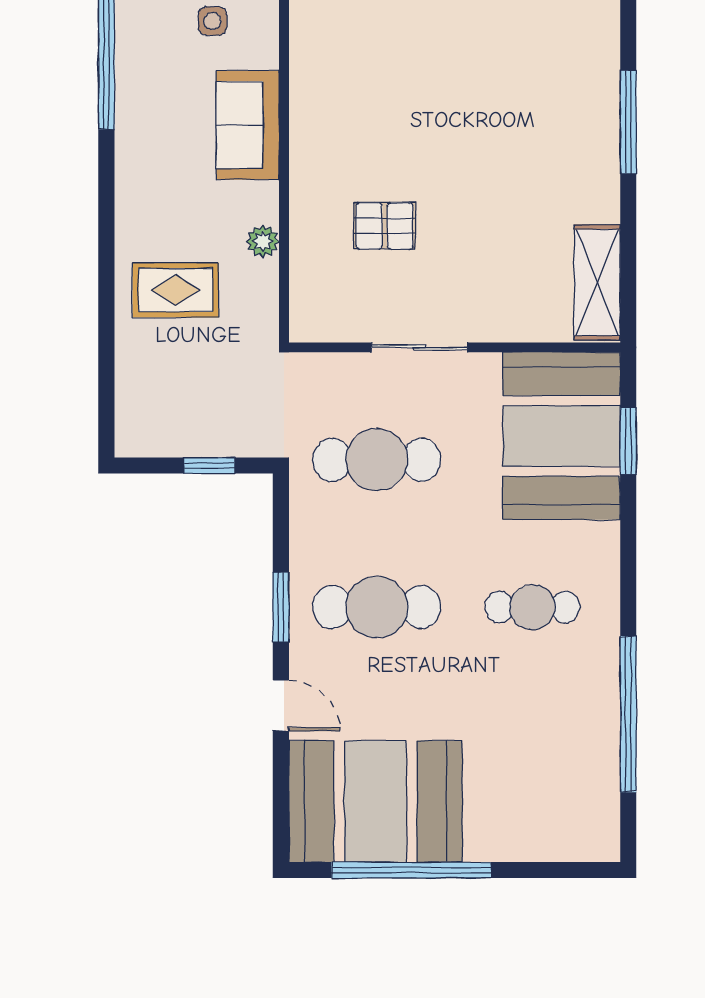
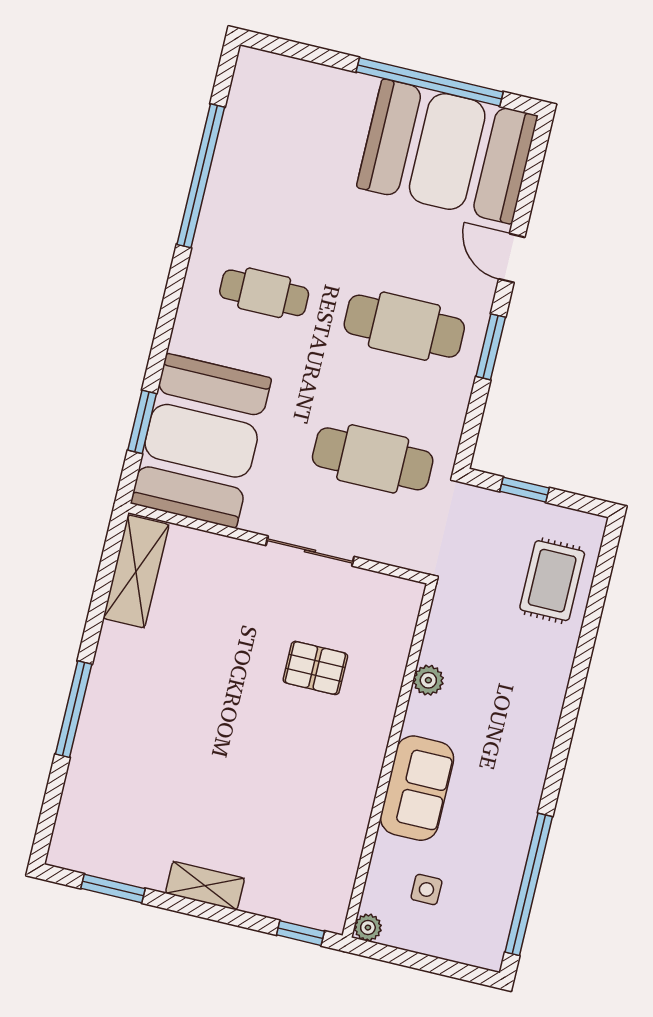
rug: (176, 290) -> (552, 581), moved, turned 90

